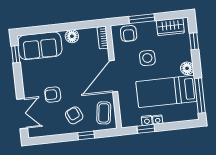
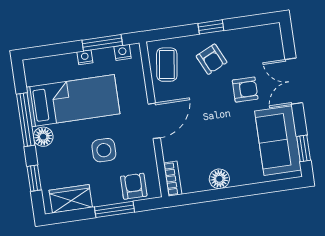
sofa: (40, 46) -> (278, 141), moved, turned -90
door: (113, 76) -> (154, 121), width x0.73
window: (200, 96) -> (26, 120), moved
double door: (22, 114) -> (294, 81), moved
nightstand: (147, 120) -> (123, 52), moved
window: (146, 129) -> (102, 43), width x1.50
window: (86, 135) -> (211, 27), moved

